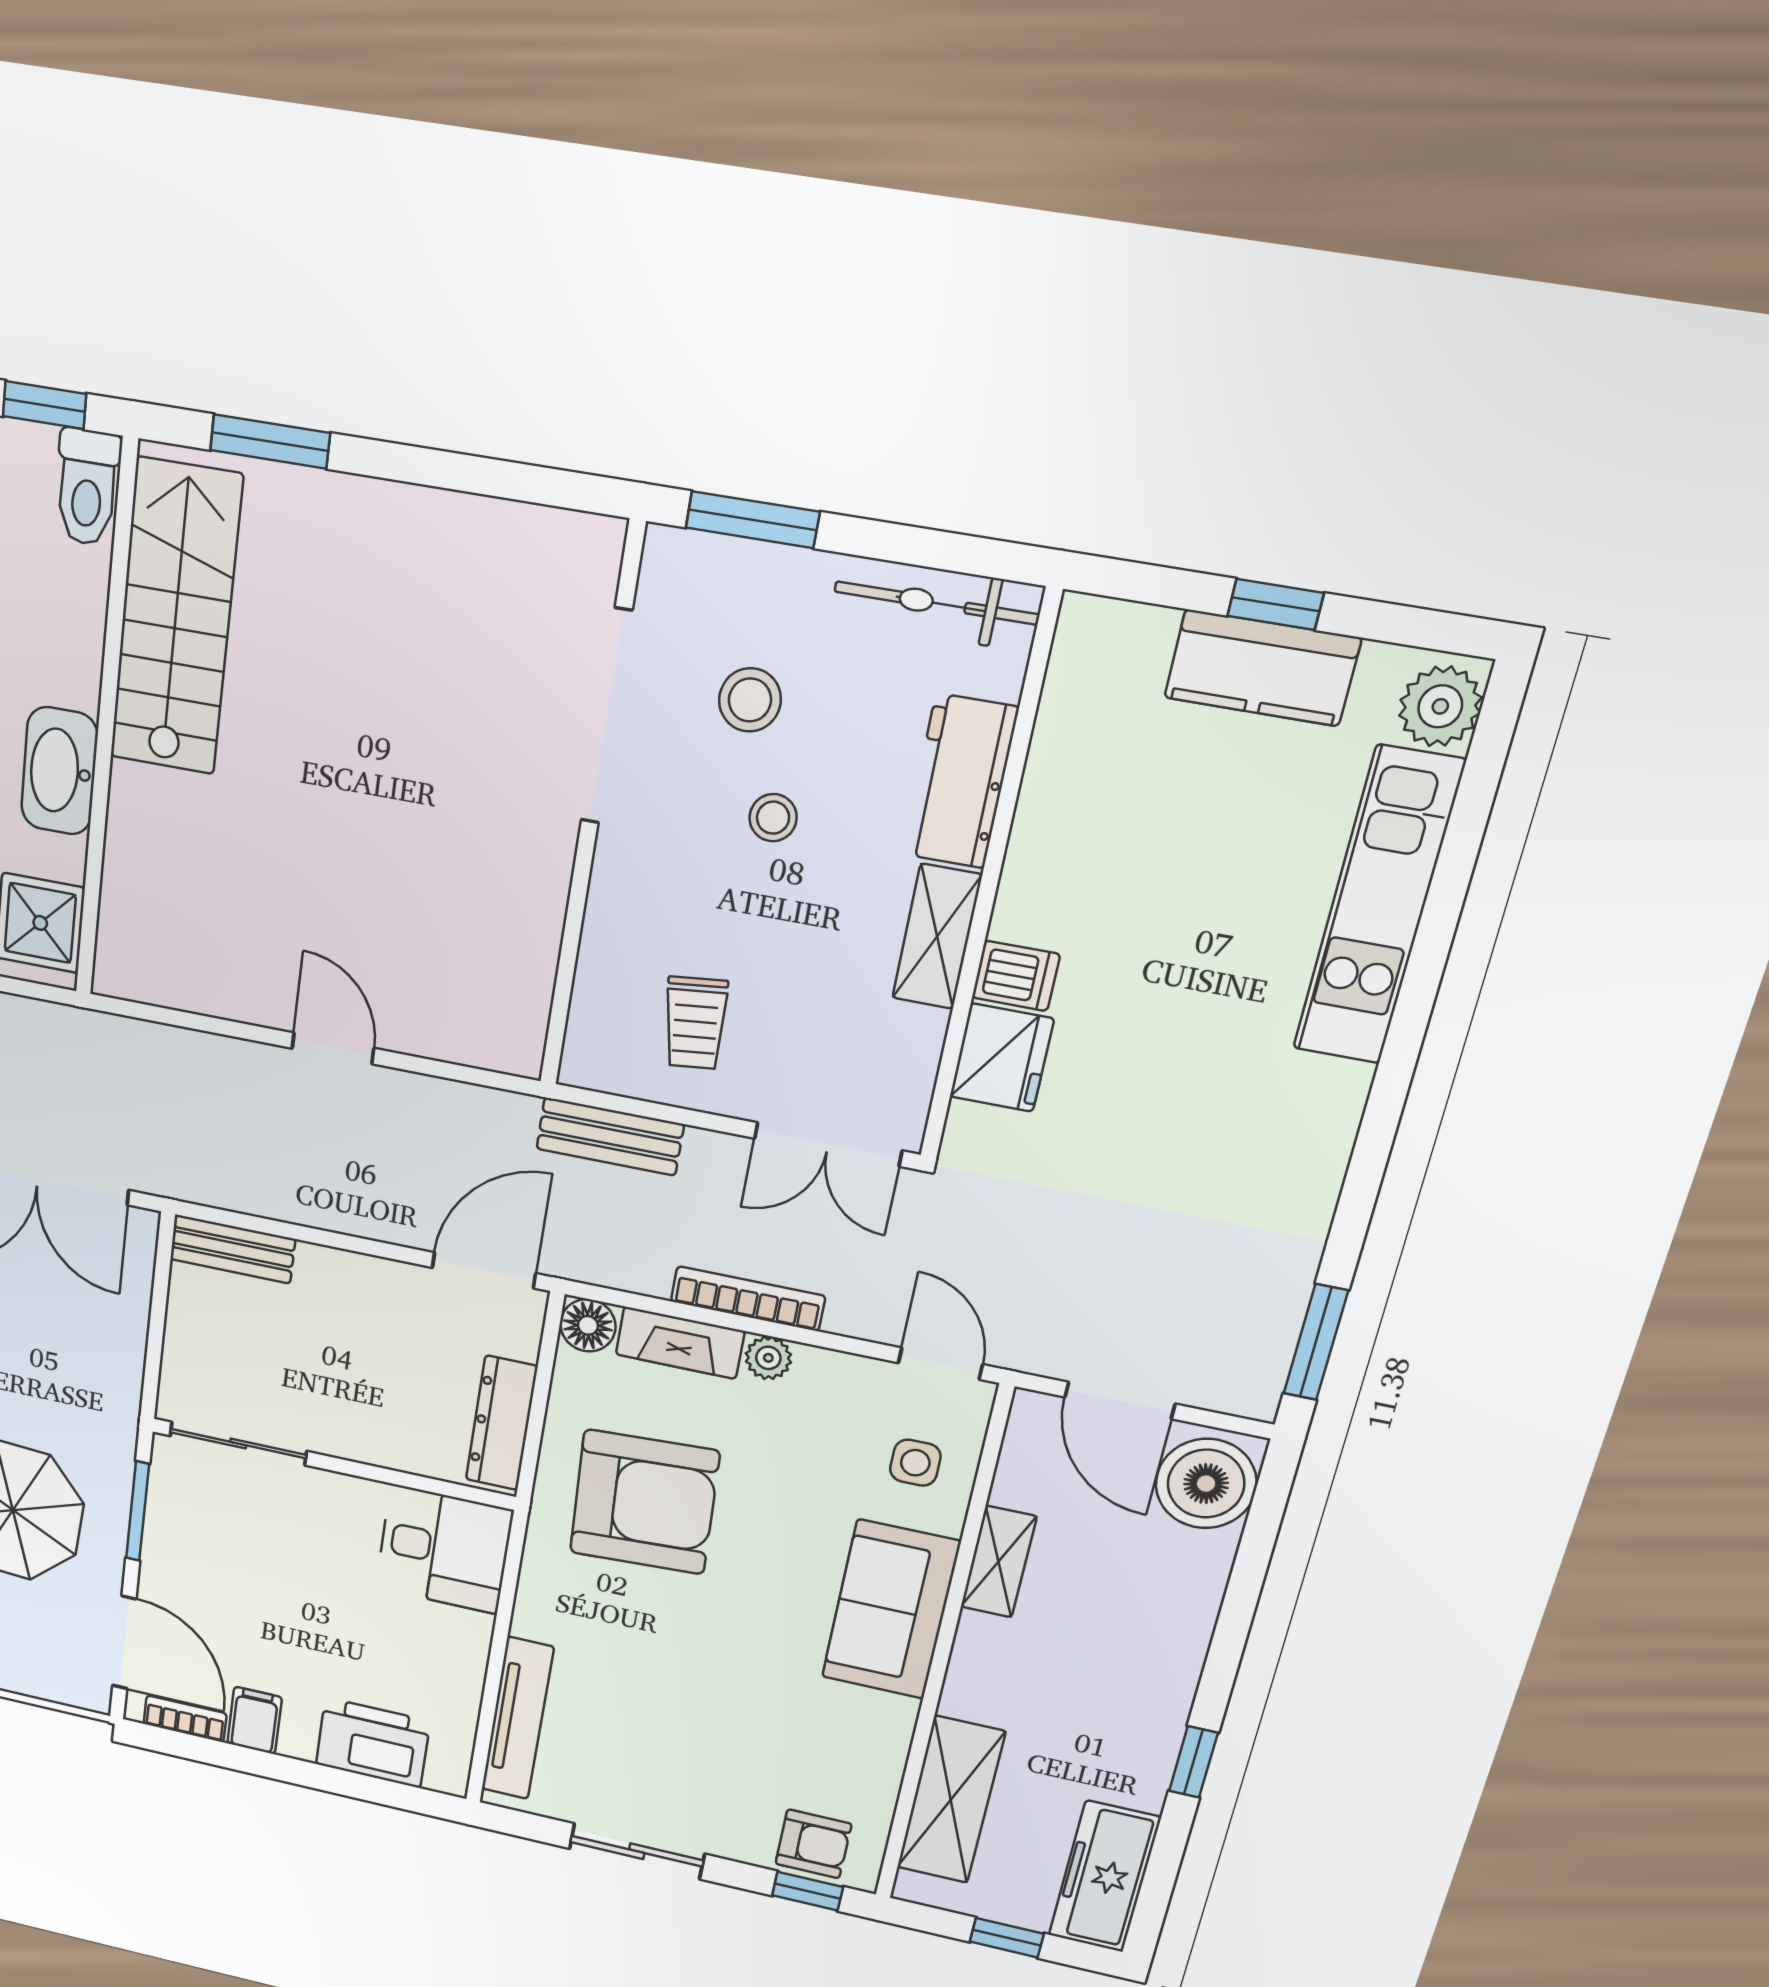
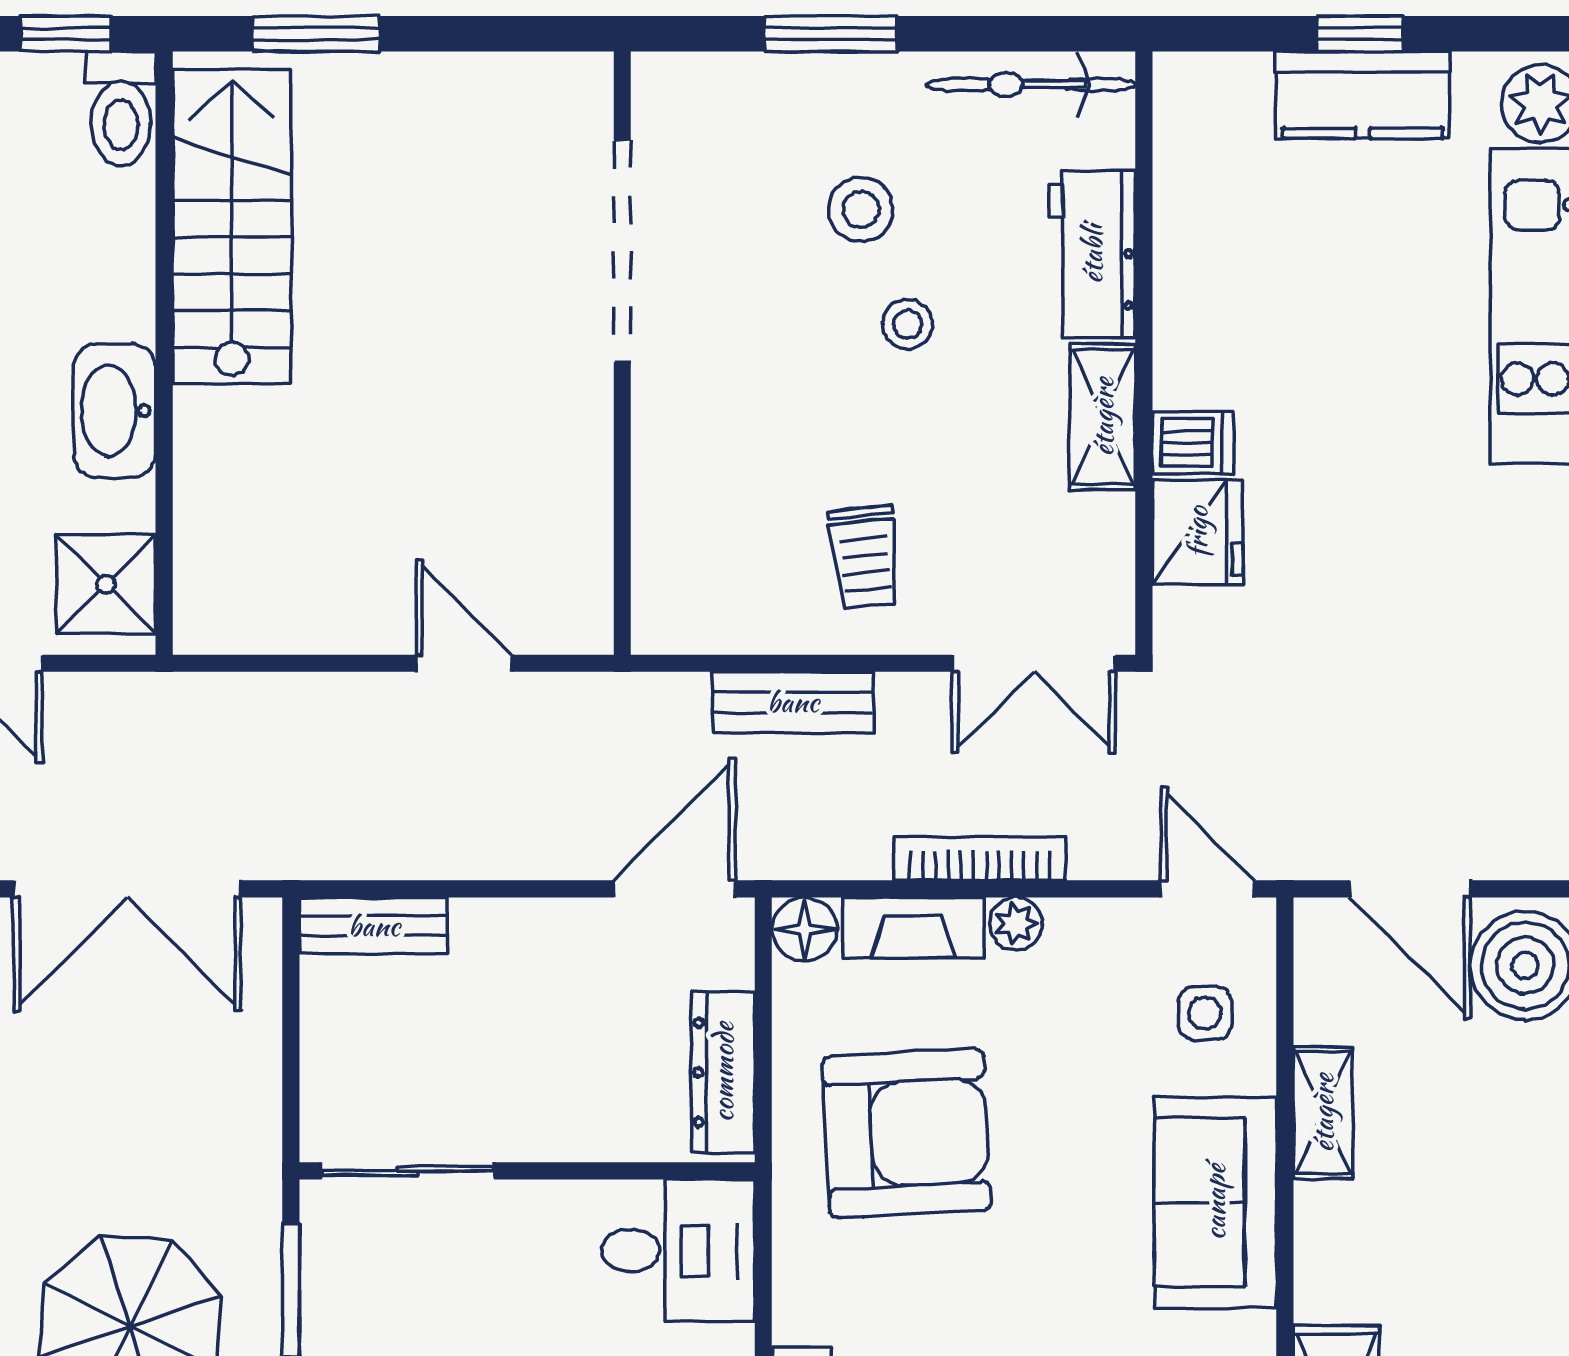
doorway: (606, 717) -> (622, 251), moved
wall: (591, 813) -> (622, 353), moved

